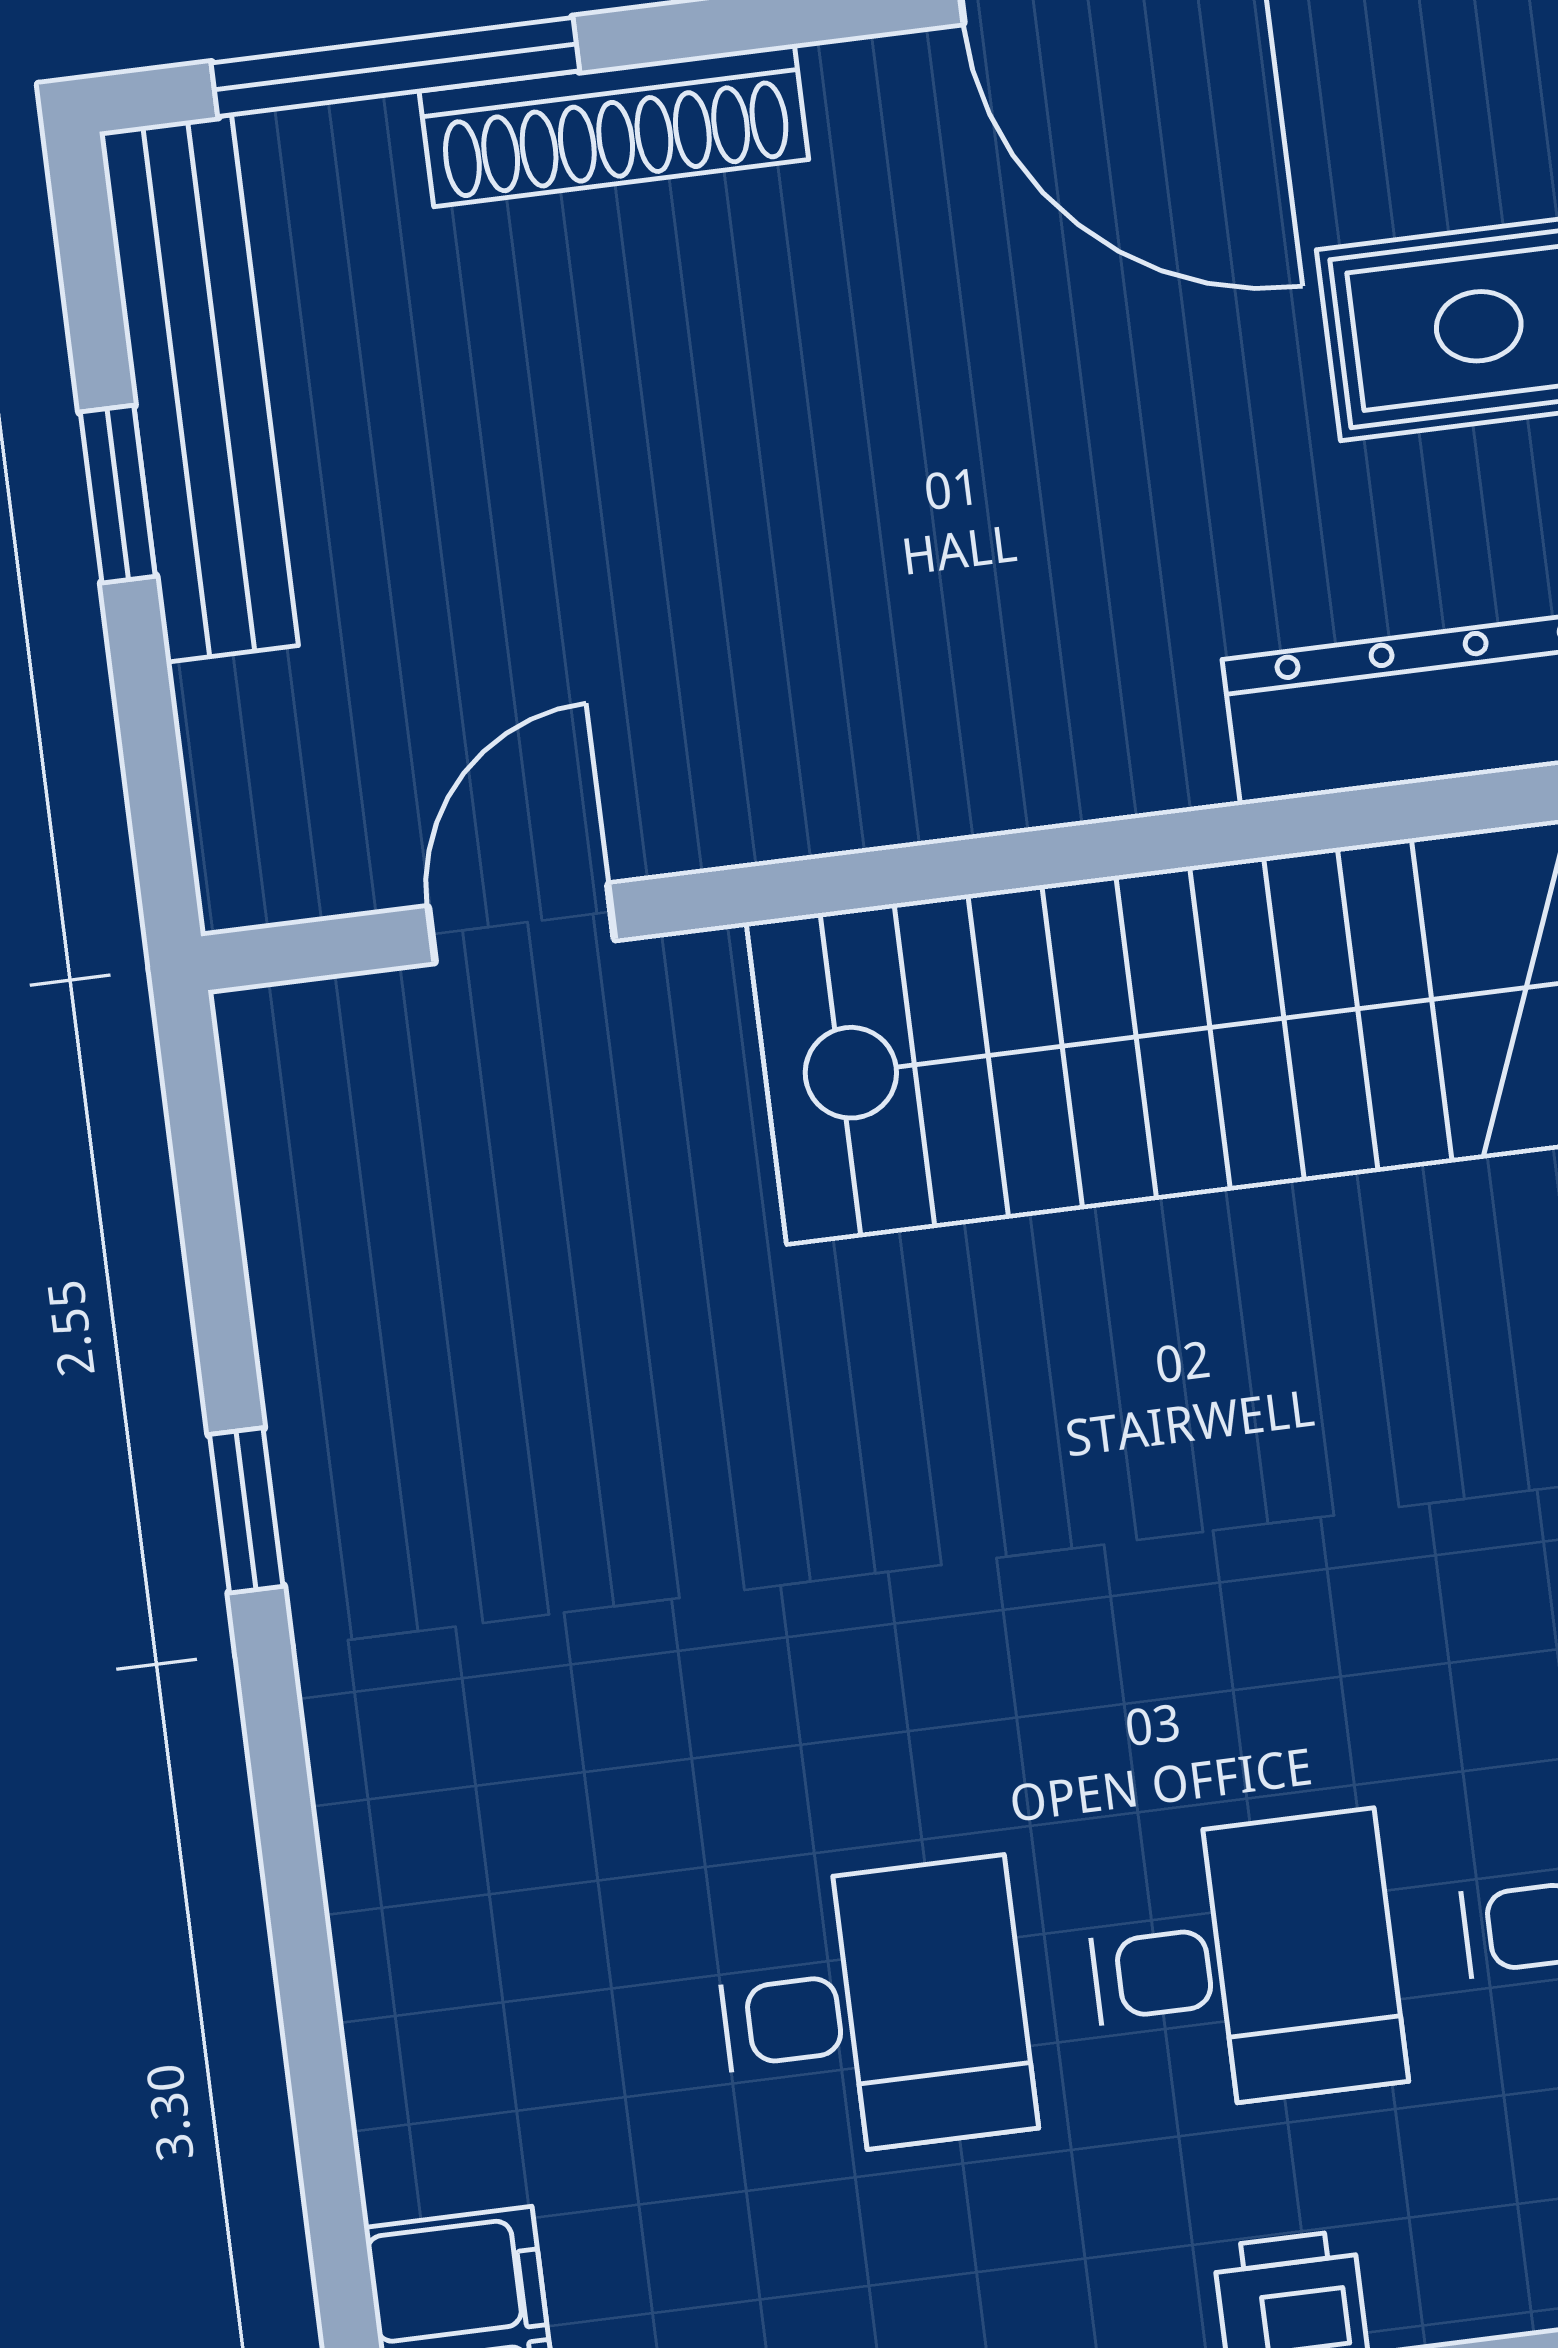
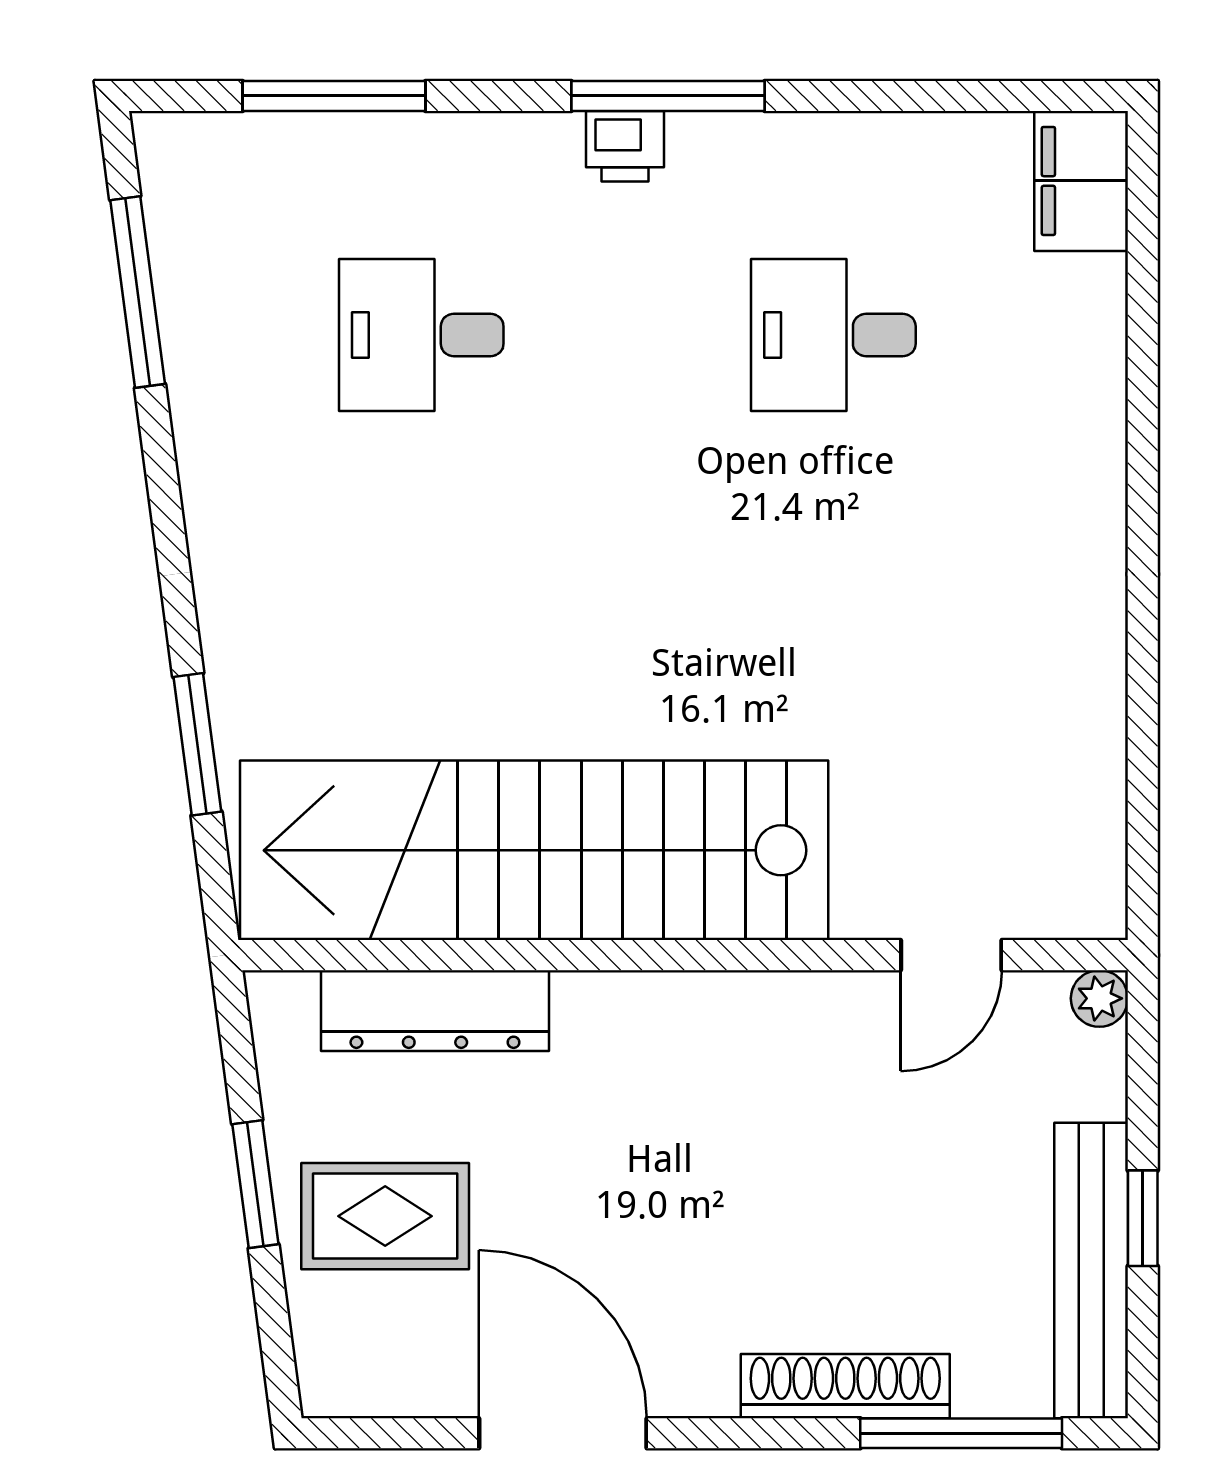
plant: (246, 879) -> (1099, 998), added
window: (246, 1510) -> (1143, 652), removed
desk: (1244, 1963) -> (627, 335), removed

